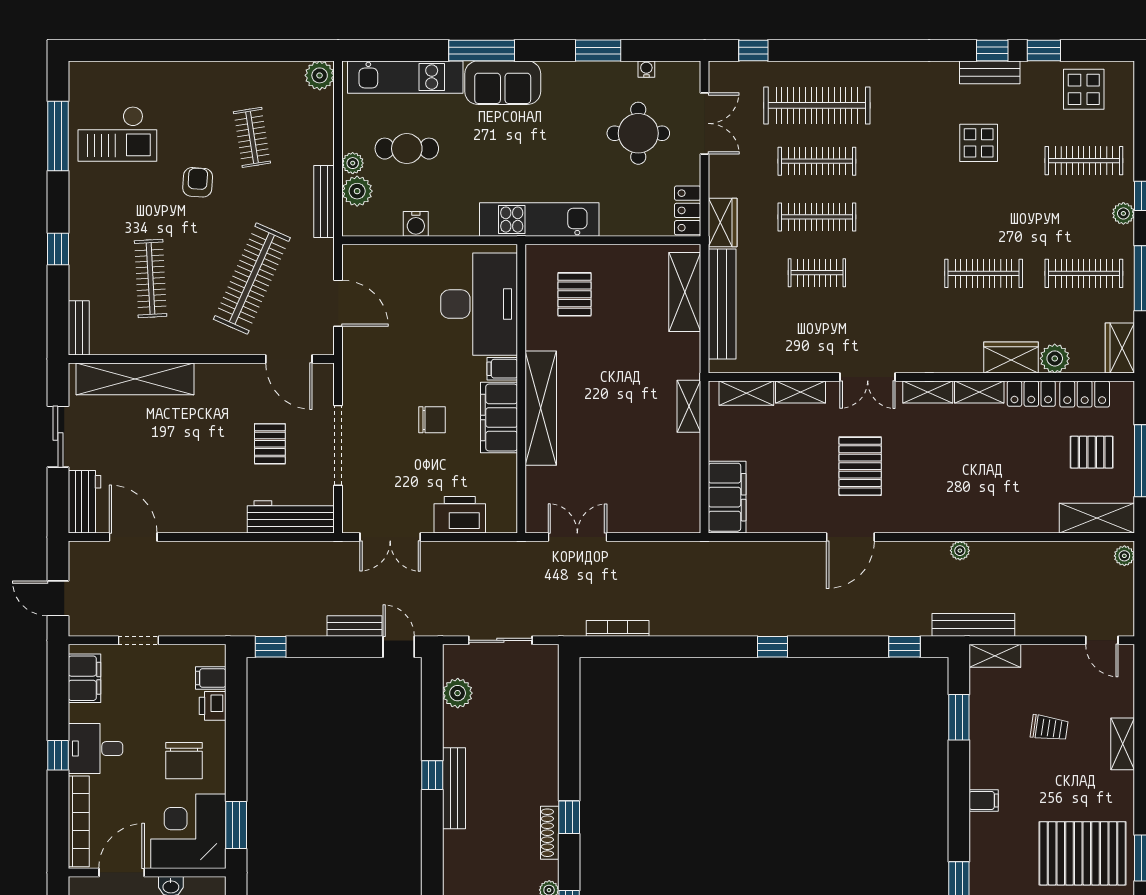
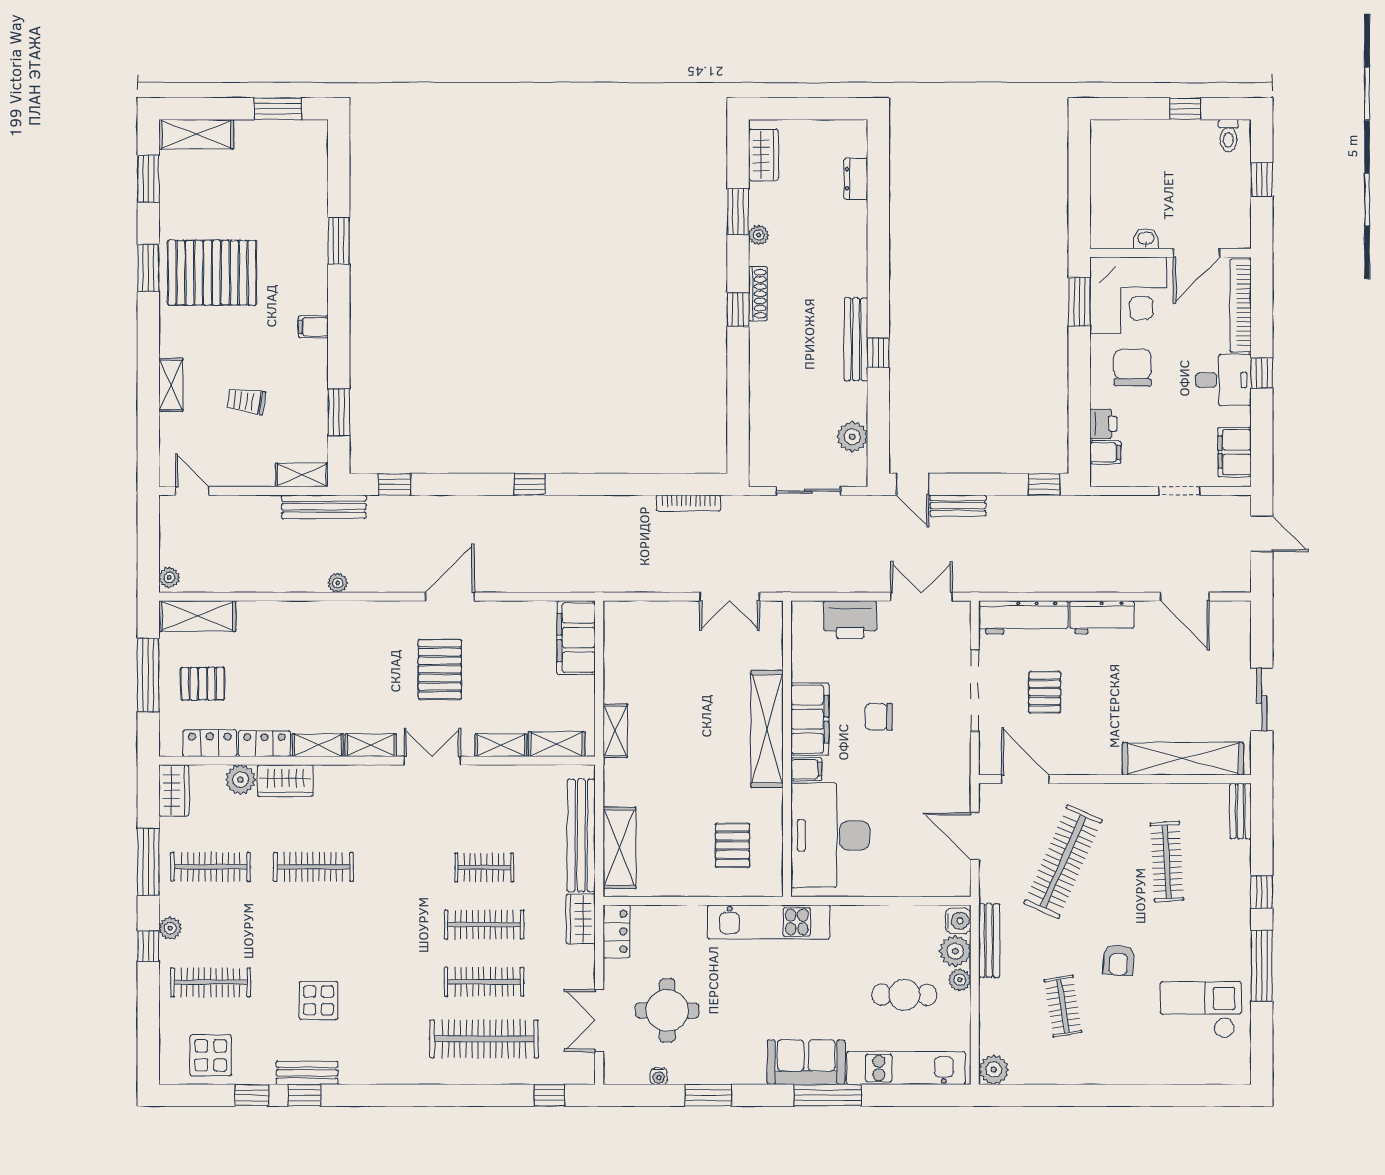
window: (58, 136) -> (1262, 966), moved
water cooler: (416, 224) -> (958, 921), moved, turned 90
workbench: (84, 502) -> (1102, 617), moved, turned -90

